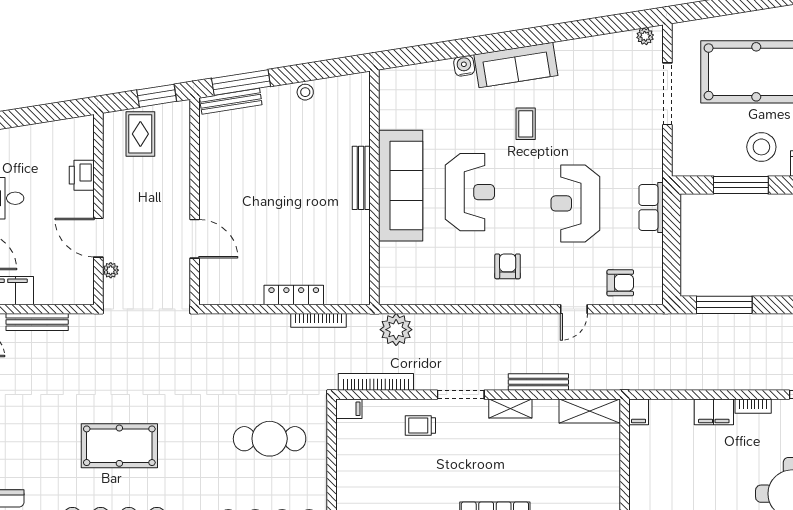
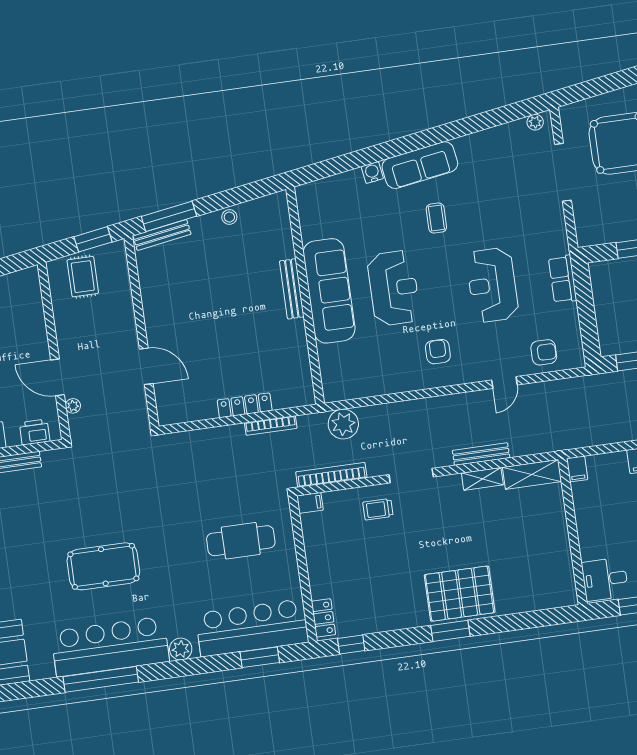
printer: (82, 175) -> (35, 432), moved, turned 90
shelving: (510, 409) -> (482, 479), moved

